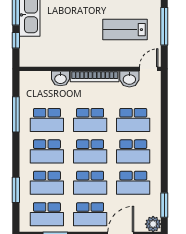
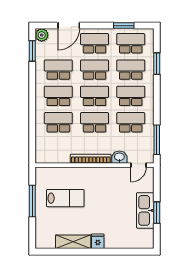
window: (16, 40) -> (157, 189), removed
door: (149, 69) -> (139, 165), moved
washbasin: (129, 79) -> (62, 157), removed
window: (16, 114) -> (157, 140), moved

